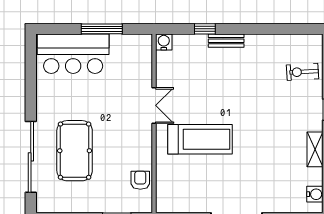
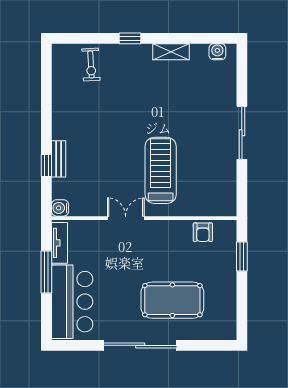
bench: (226, 41) -> (59, 159), moved
tv unit: (130, 42) -> (60, 243), added
sliding door: (31, 157) -> (140, 345), moved
armchair: (140, 180) -> (203, 232), turned -90

